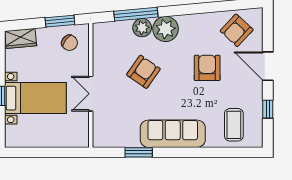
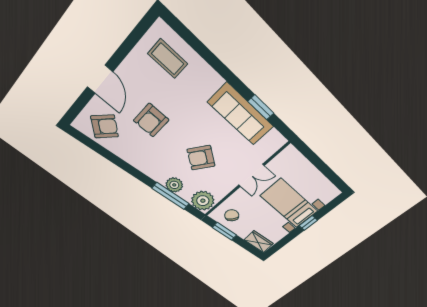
plant: (166, 29) -> (203, 201), moved
window: (268, 109) -> (128, 45), removed
coffee table: (234, 125) -> (168, 59), turned 90
sofa: (173, 134) -> (241, 114), moved

